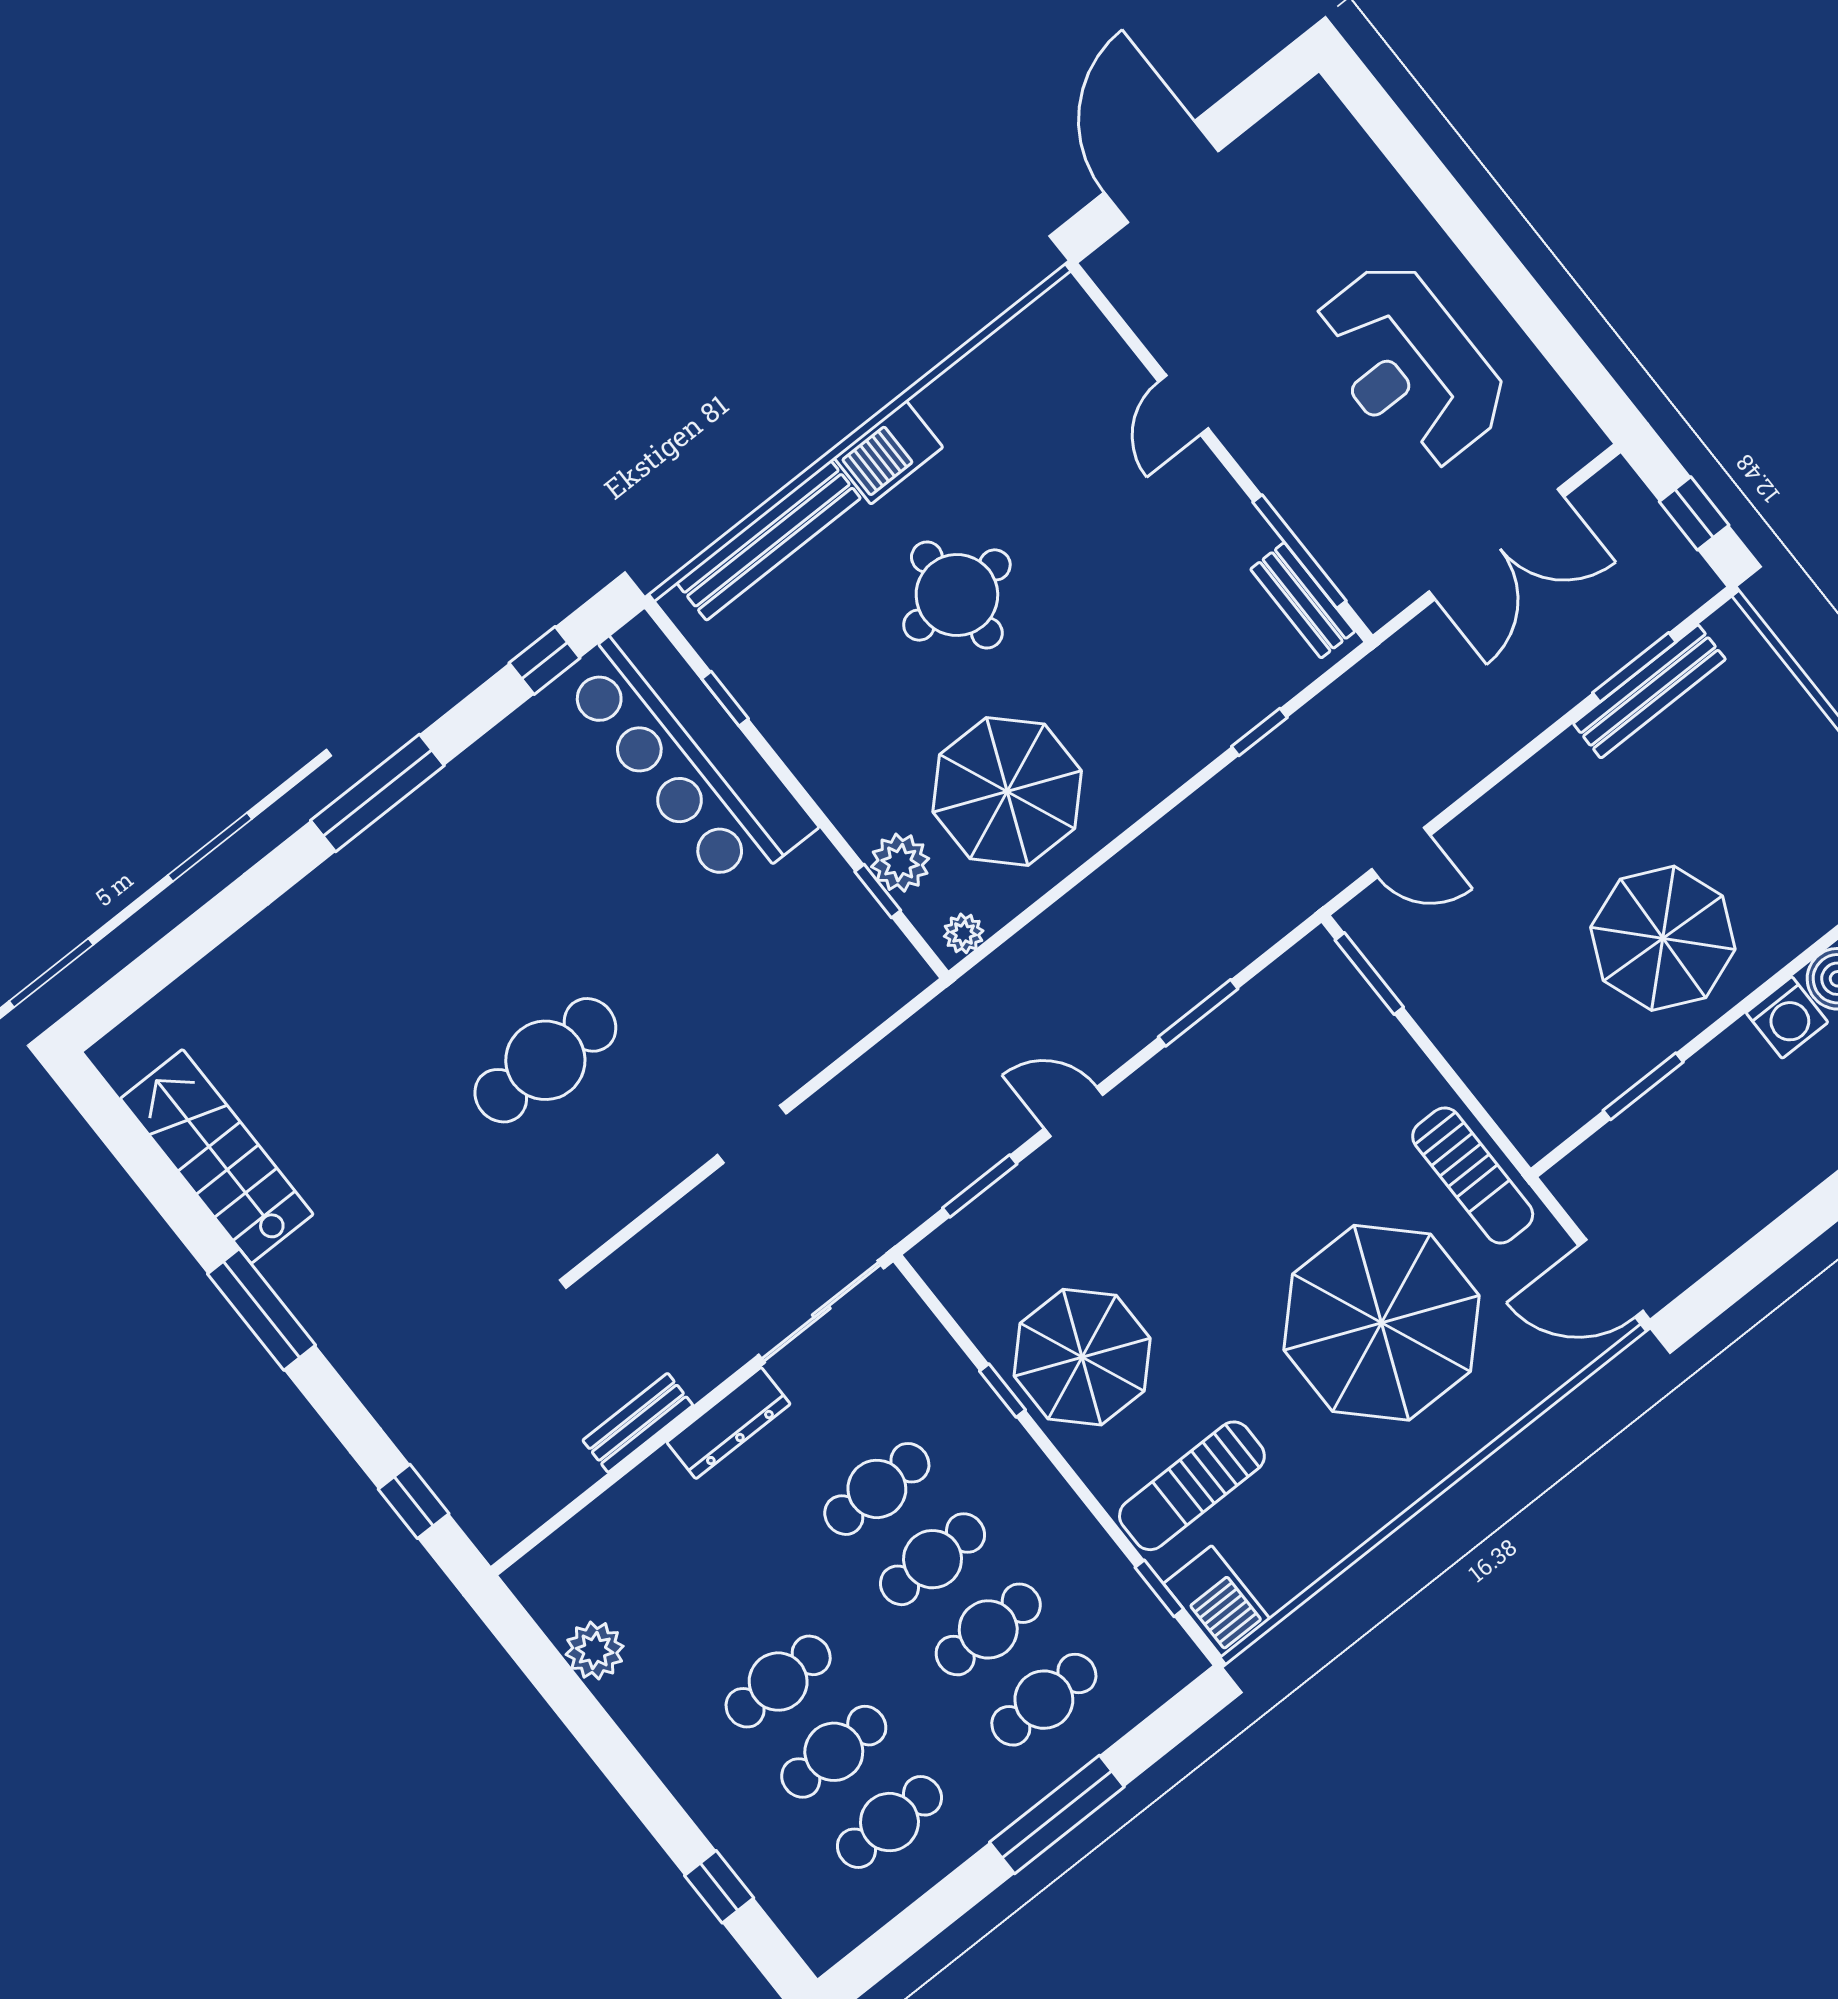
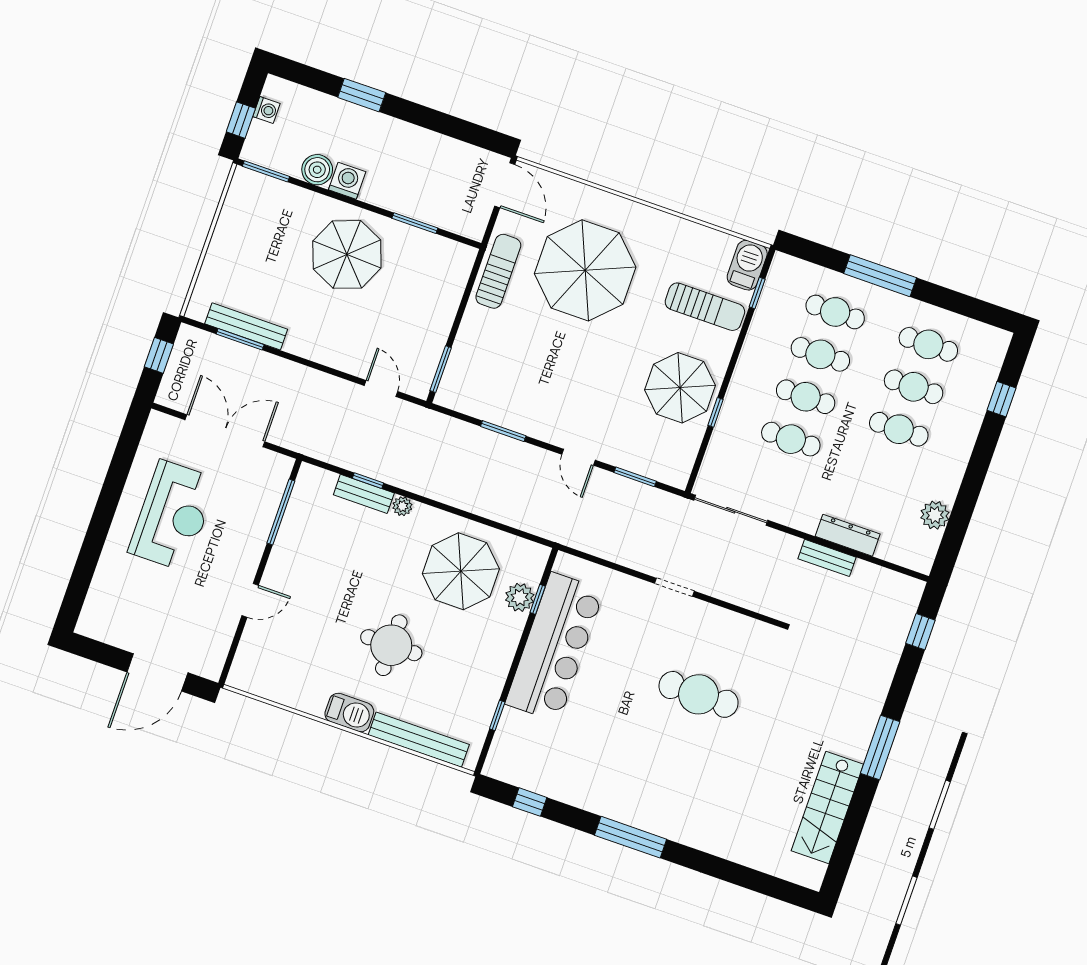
bench: (1303, 600) -> (364, 494), moved, turned 90
bar counter: (687, 753) -> (555, 647), moved
plant: (964, 933) -> (402, 506), moved
dresser: (728, 1423) -> (848, 535), moved

